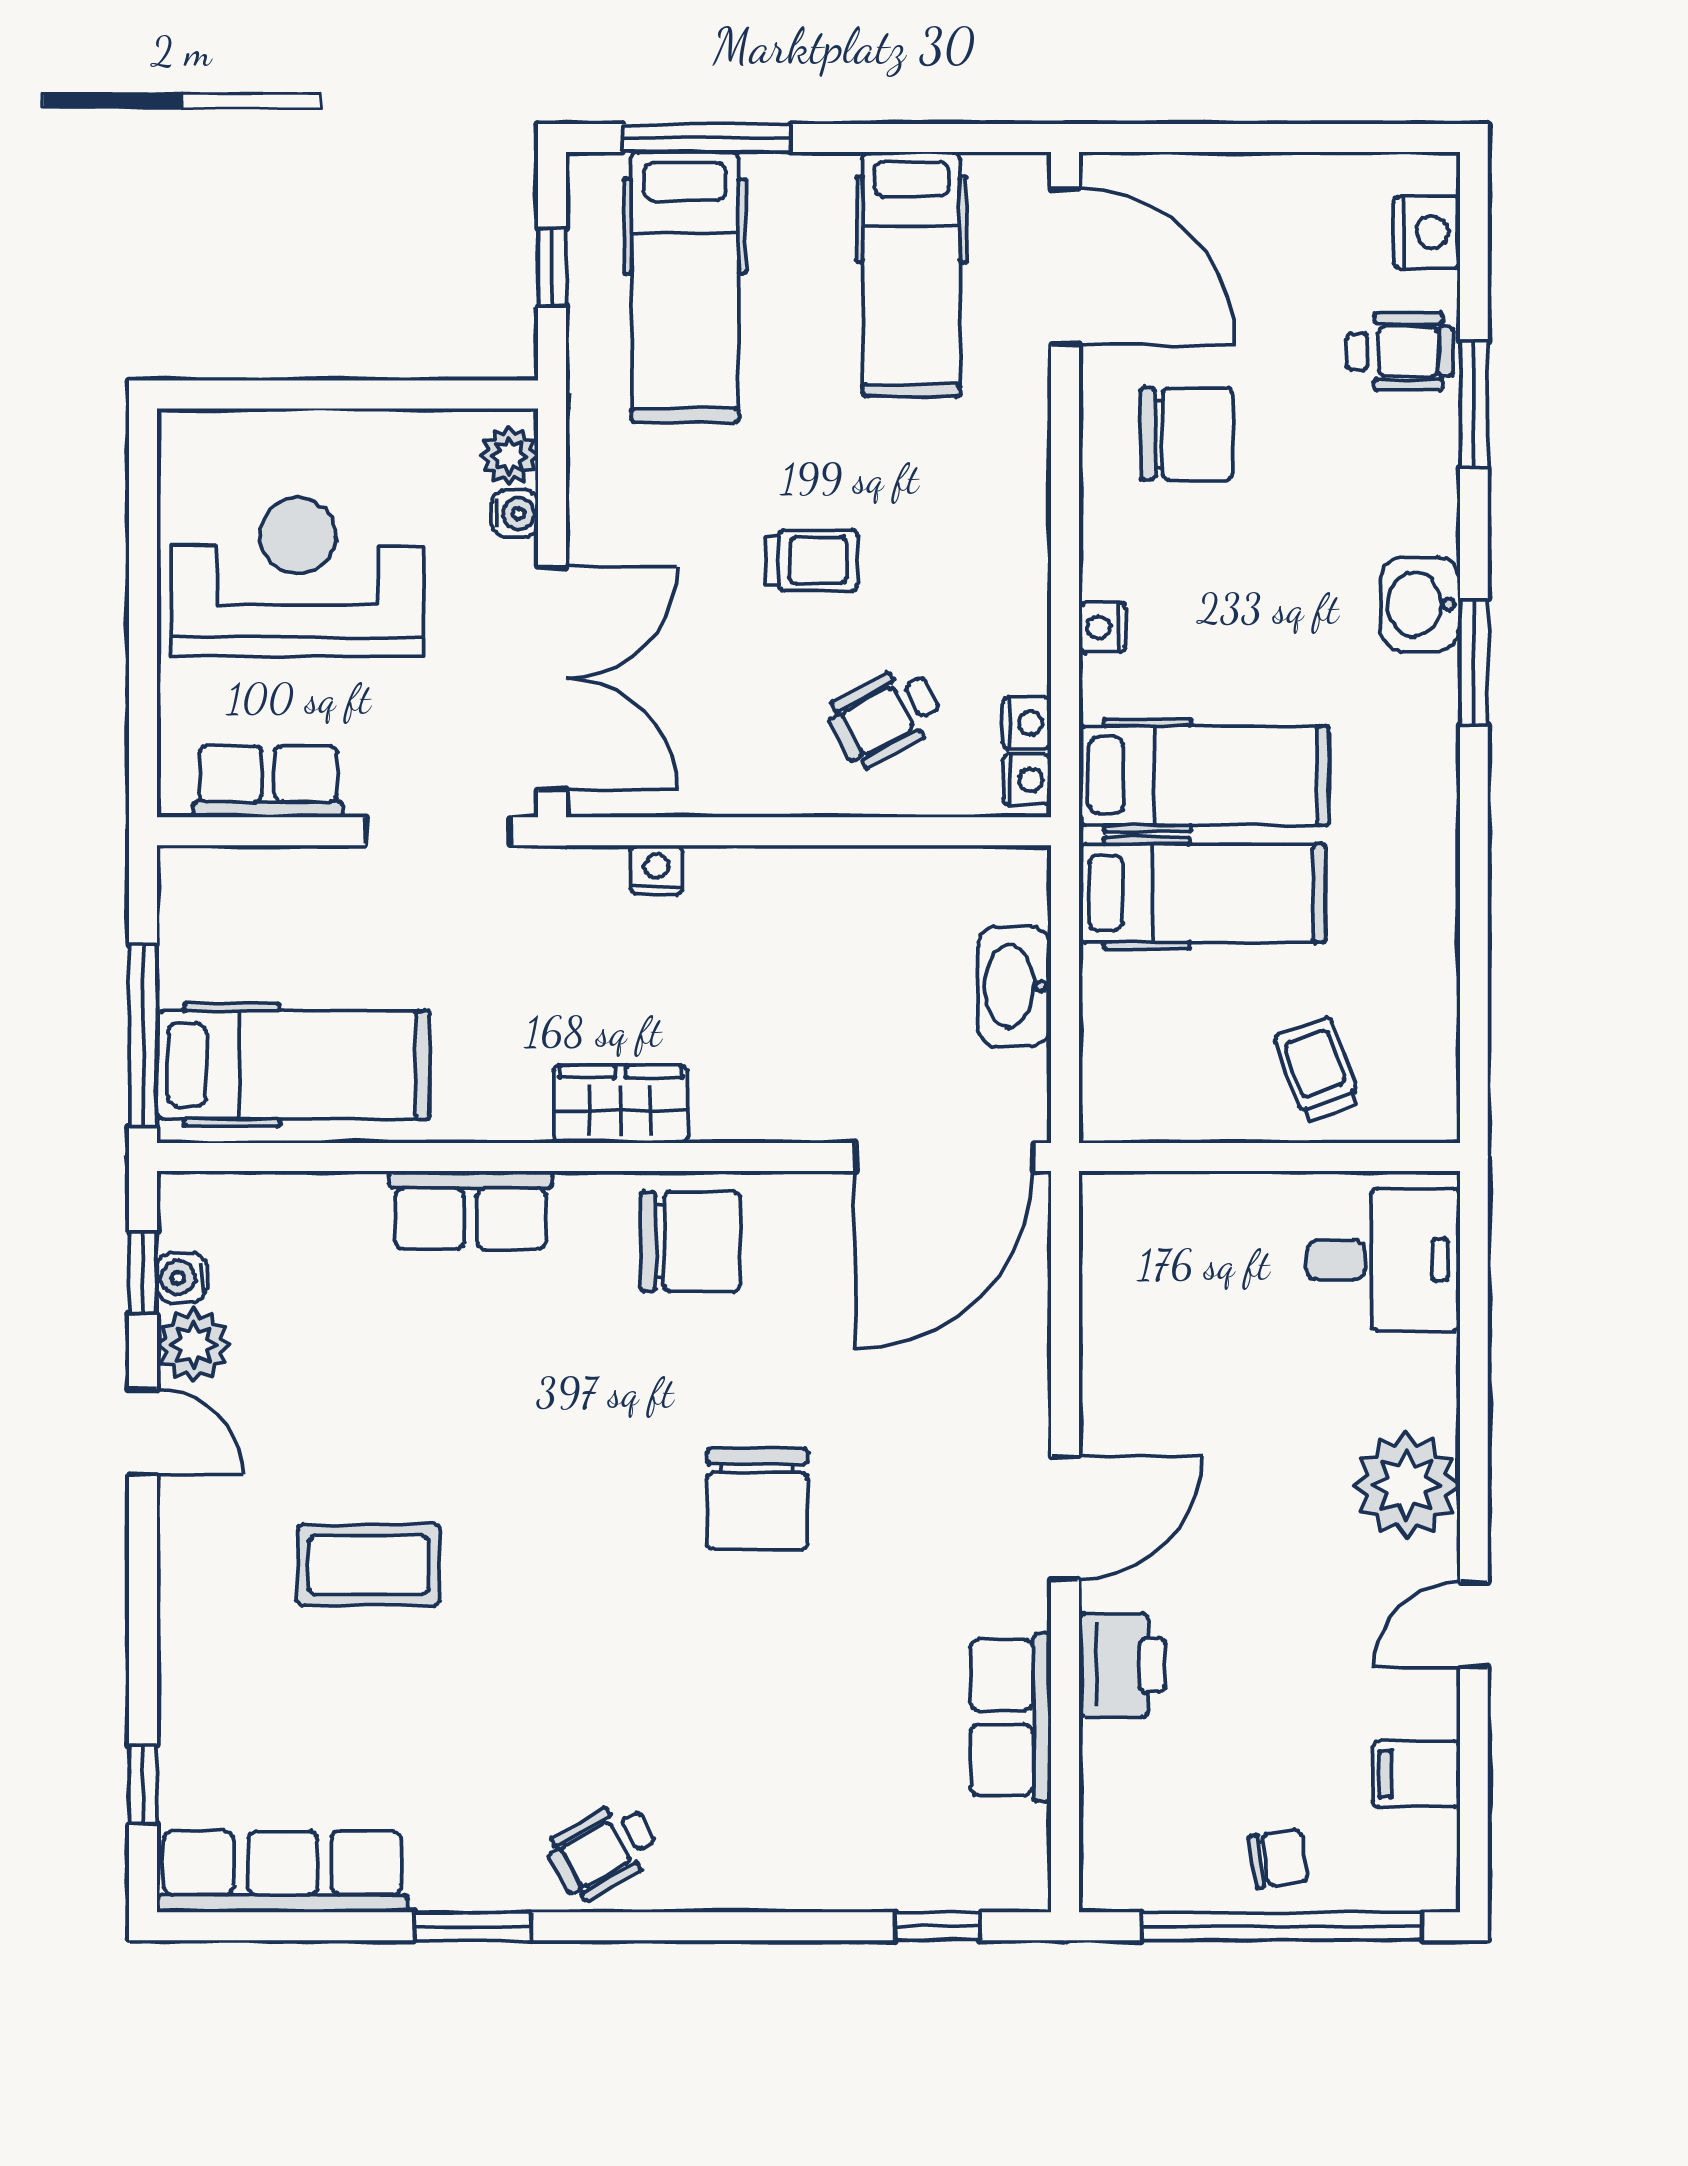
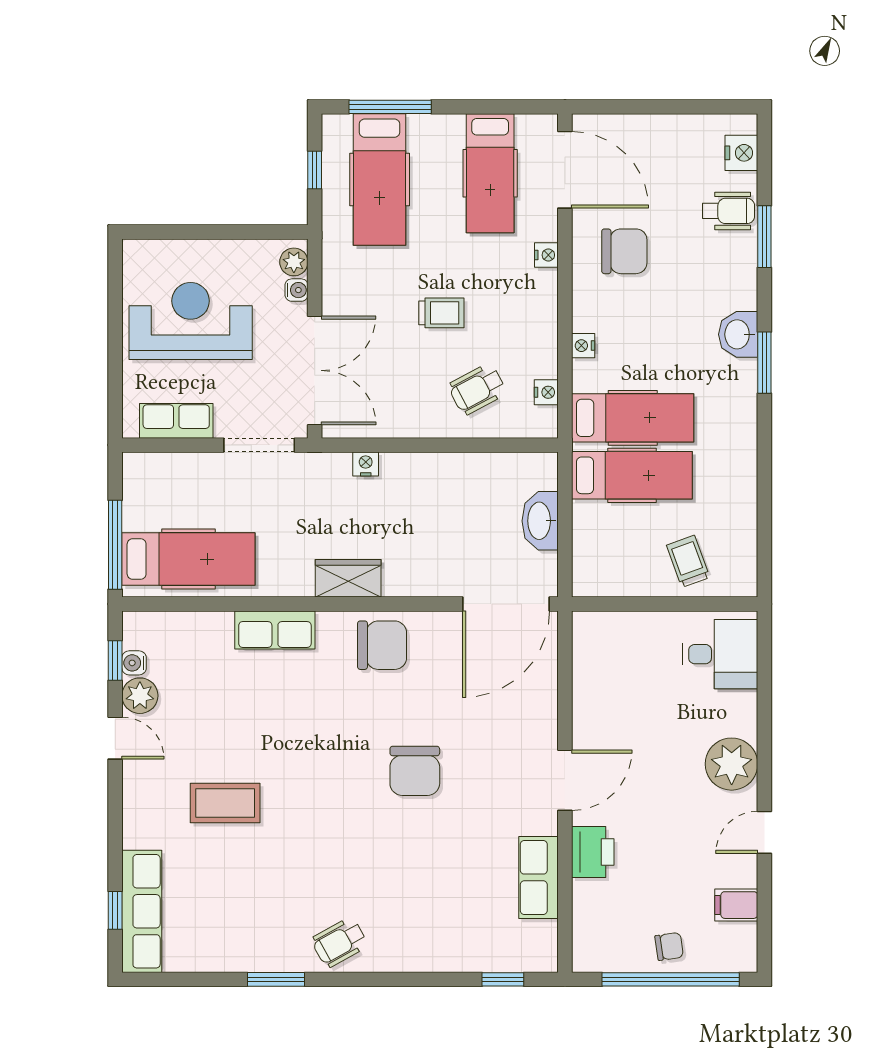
nightstand: (1027, 780) -> (546, 255), moved
row of seats: (283, 1872) -> (142, 911), moved, turned 90

